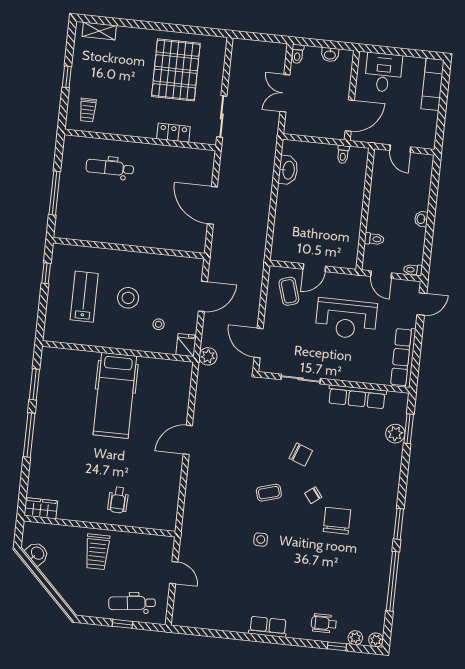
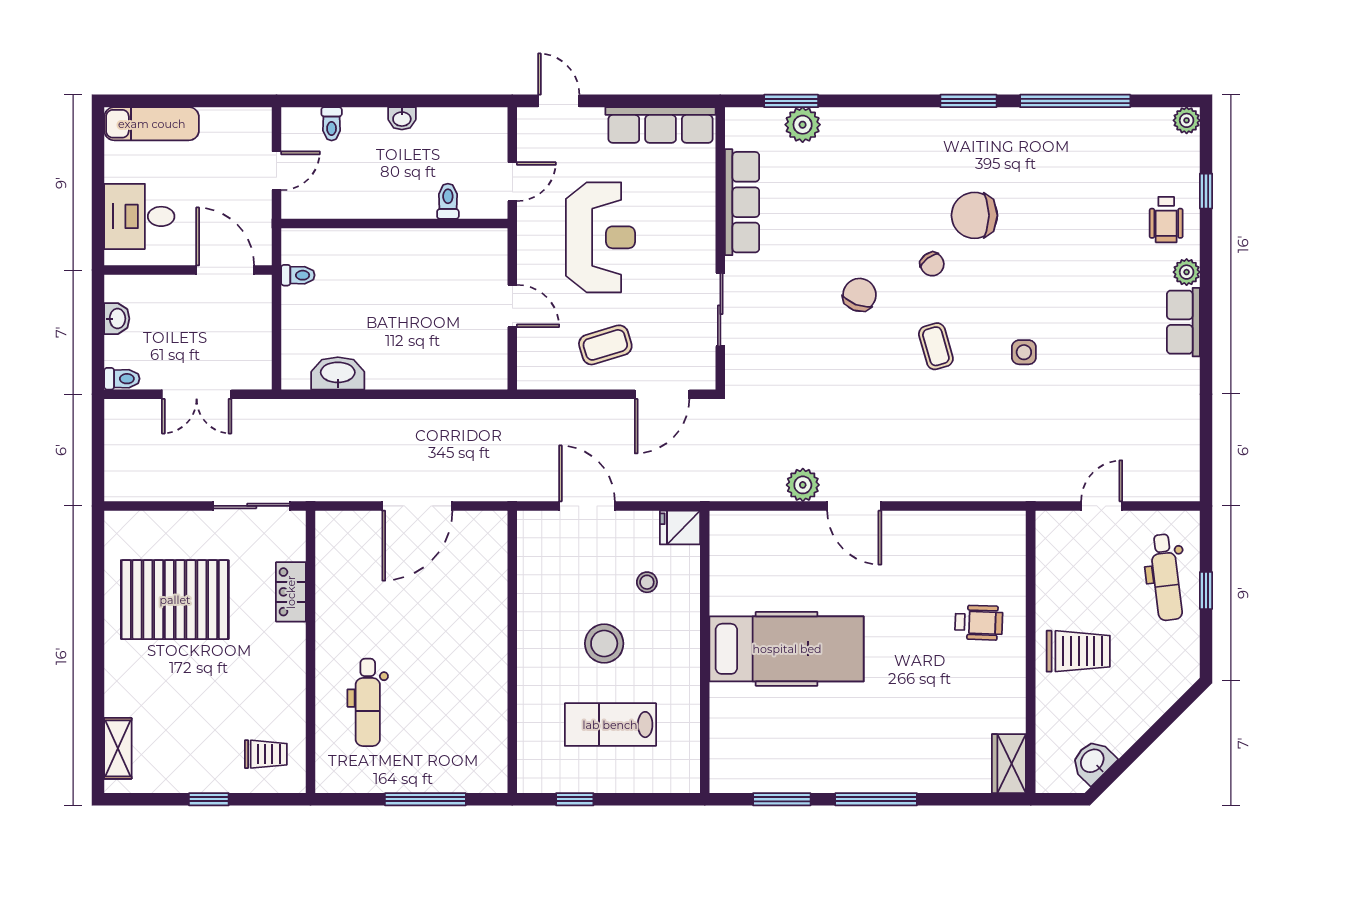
toilet: (413, 270) -> (332, 124), moved
coffee table: (289, 291) -> (605, 345), moved
plant: (208, 356) -> (803, 485), moved
plant: (355, 638) -> (1187, 272), moved

